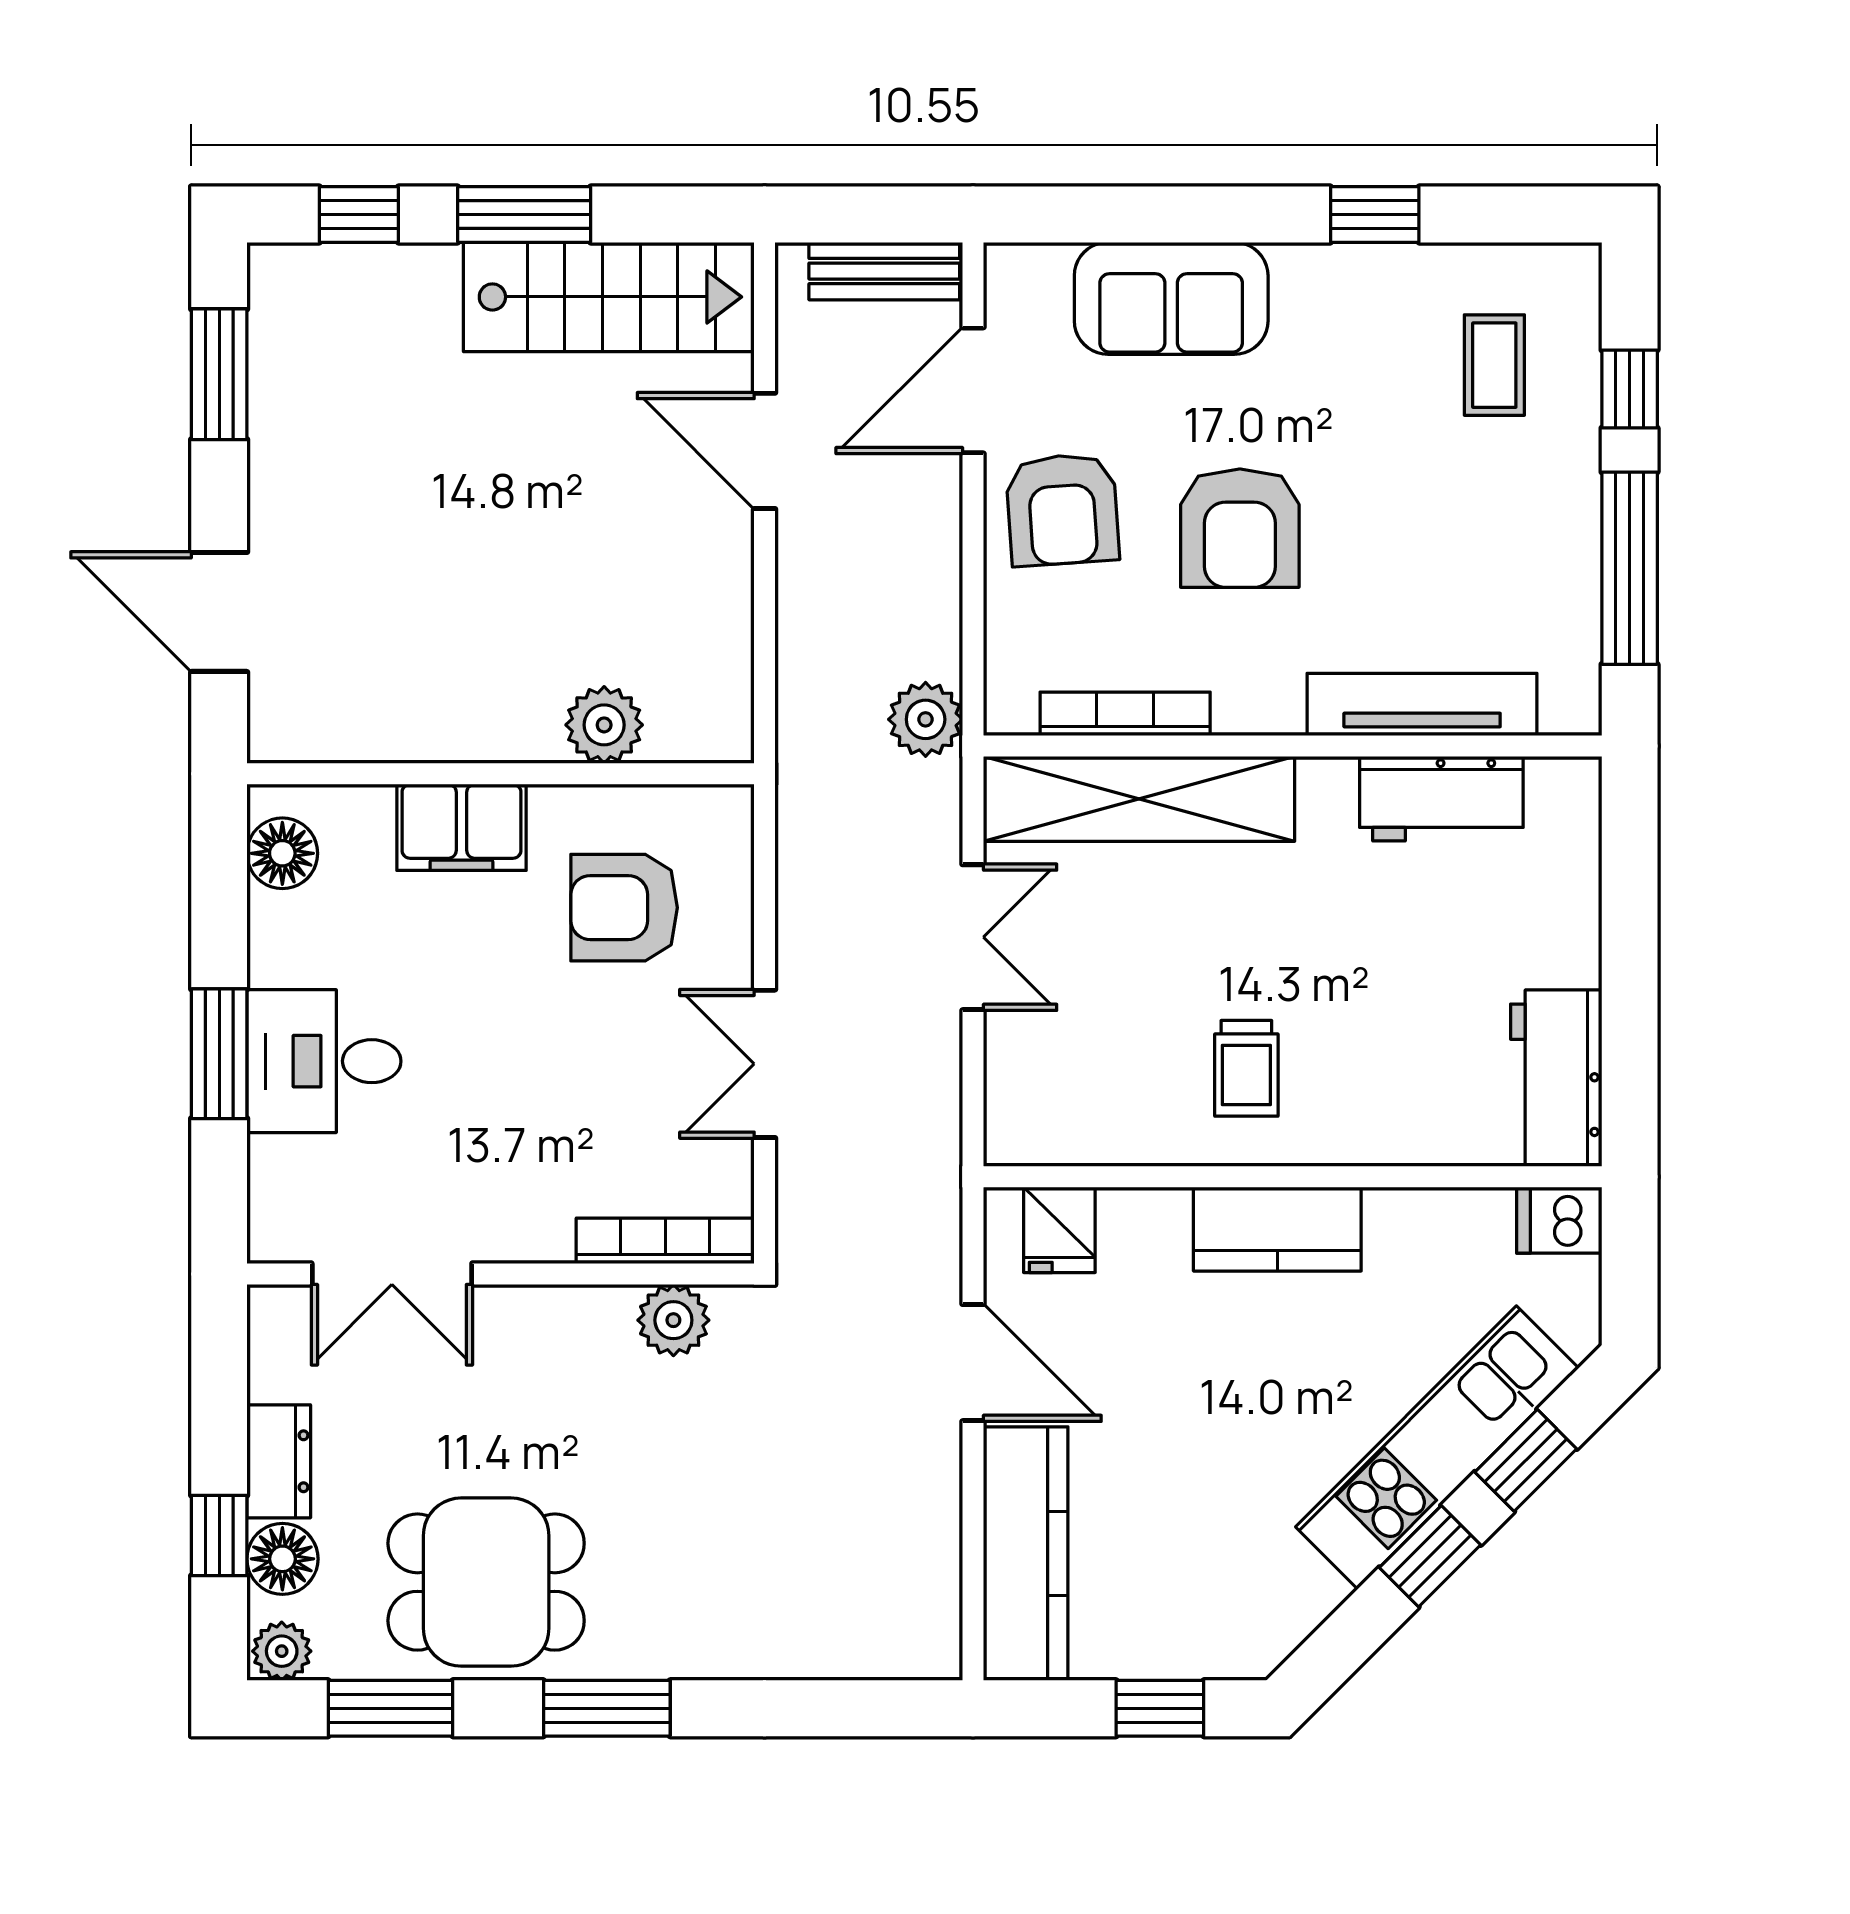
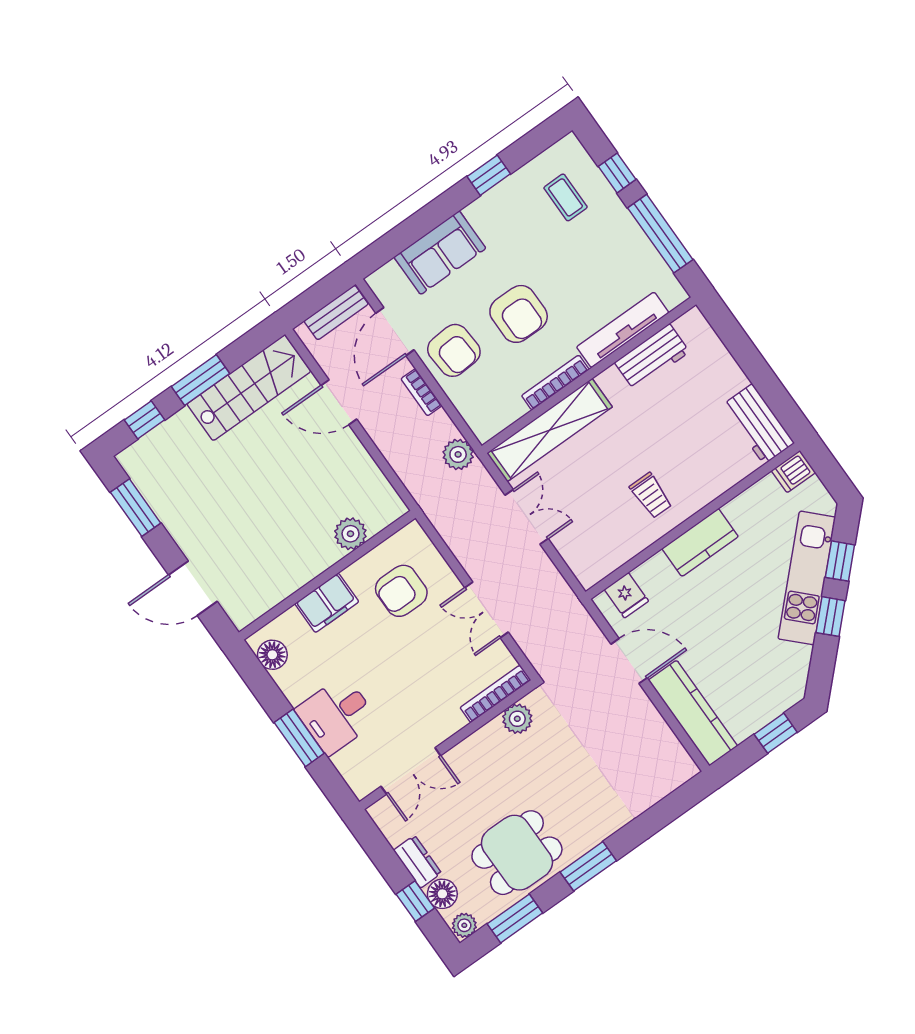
bookcase: (940, 546) -> (421, 392), added
bookcase: (1125, 714) -> (555, 383), moved

